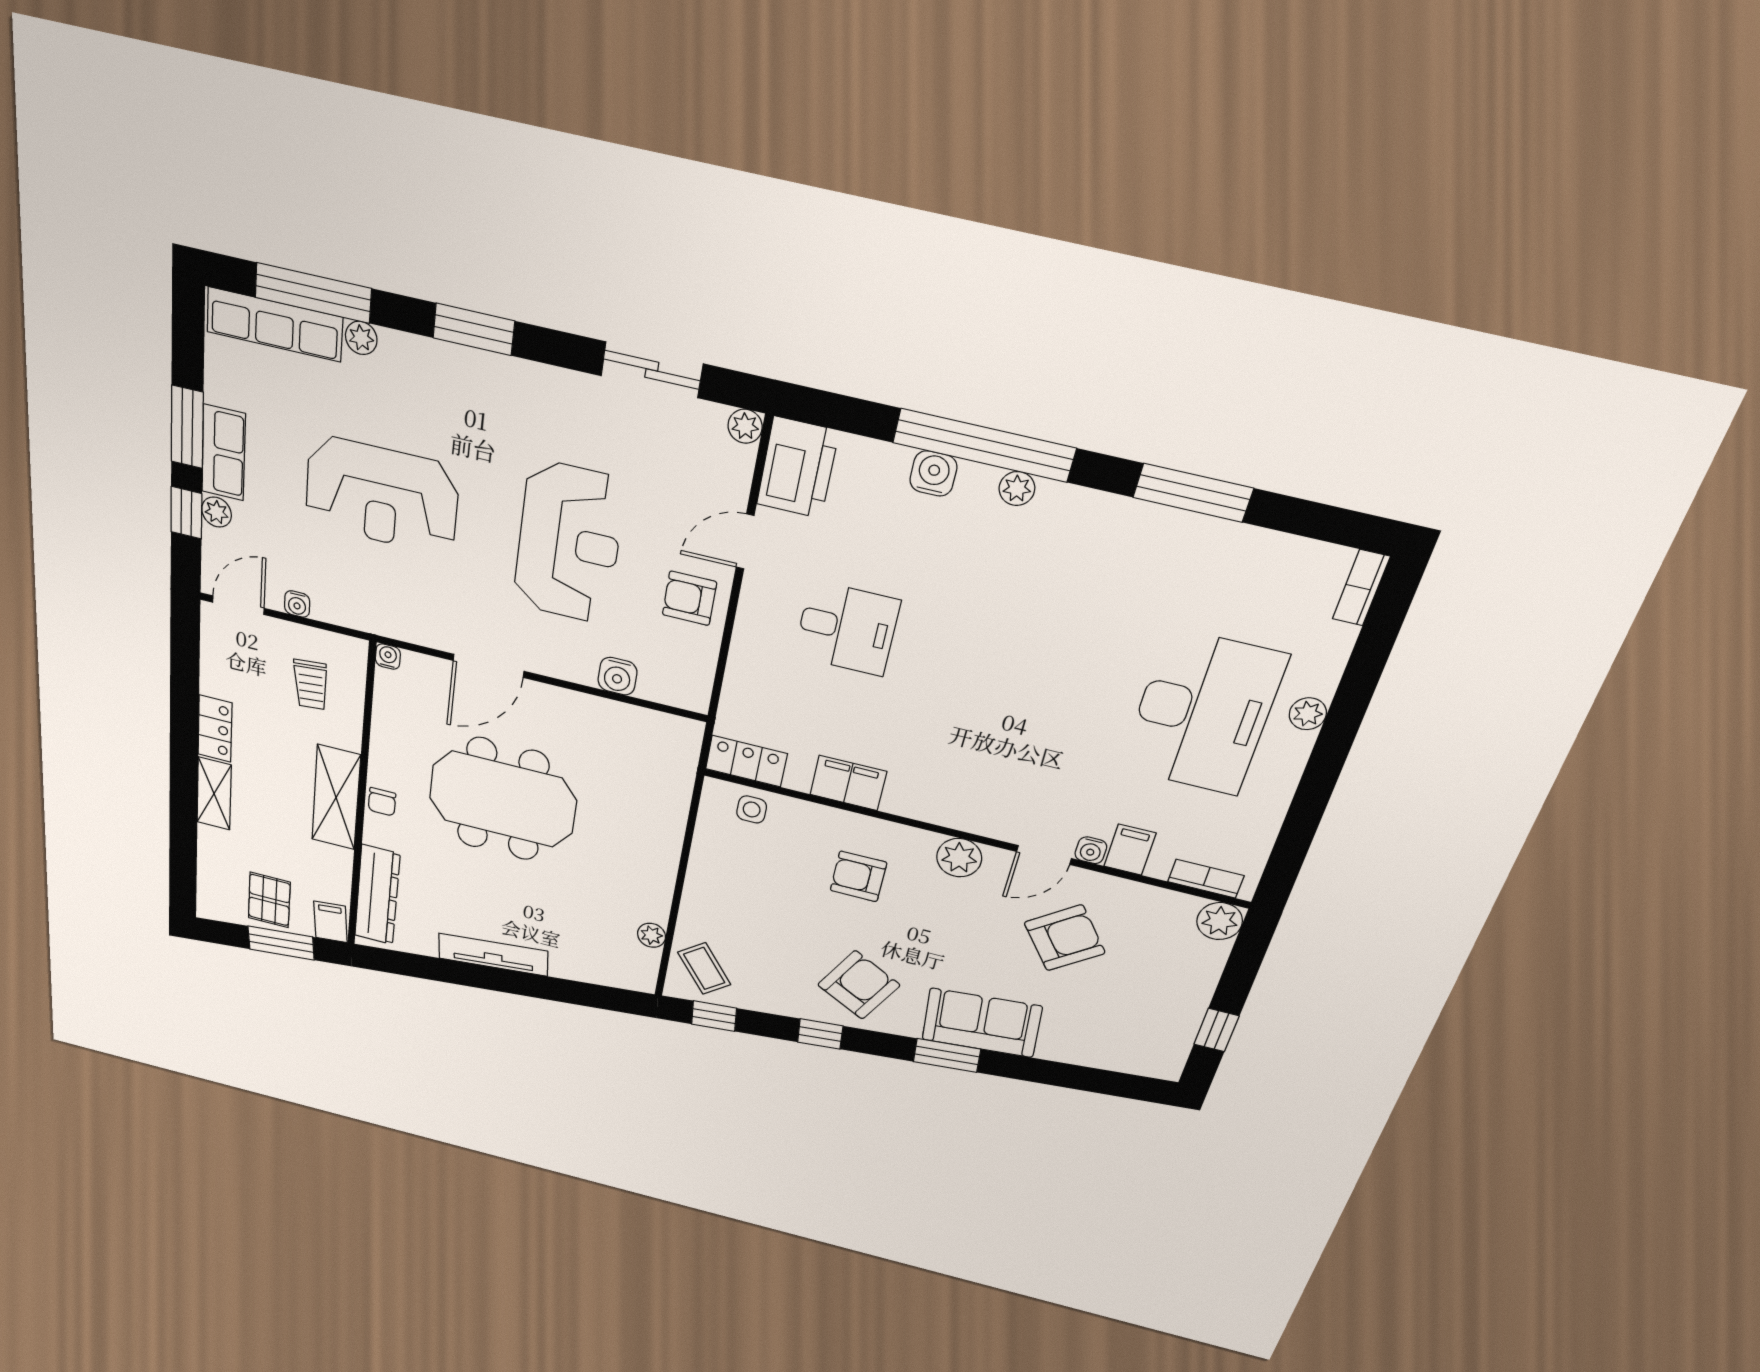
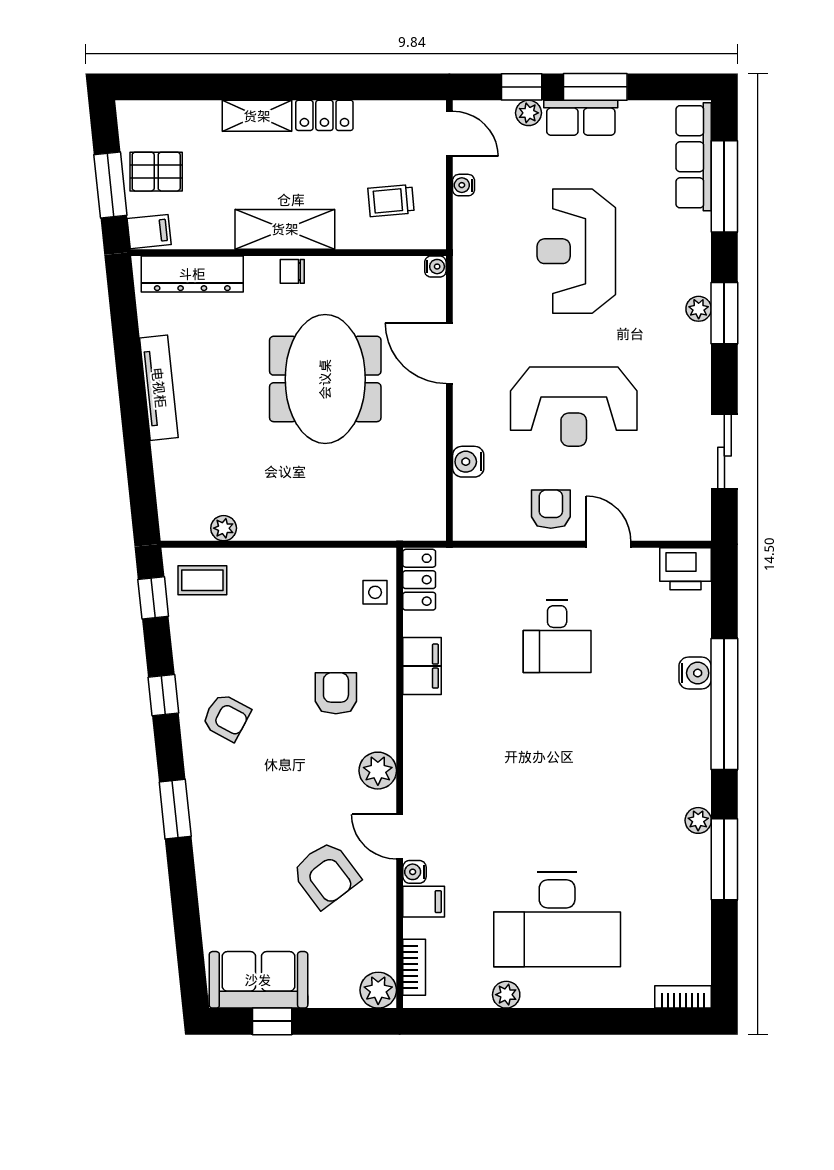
plant: (361, 338) -> (699, 309), moved
plant: (745, 426) -> (698, 528), removed
printer: (798, 468) -> (686, 569), width x0.73, depth x0.84
plant: (1017, 489) -> (698, 820), moved
plant: (1308, 714) -> (506, 995), moved
coffee table: (704, 968) -> (202, 580), turned 38
armchair: (859, 985) -> (226, 717), width x0.72, depth x0.72
sofa: (982, 1023) -> (258, 980), moved, turned -84

